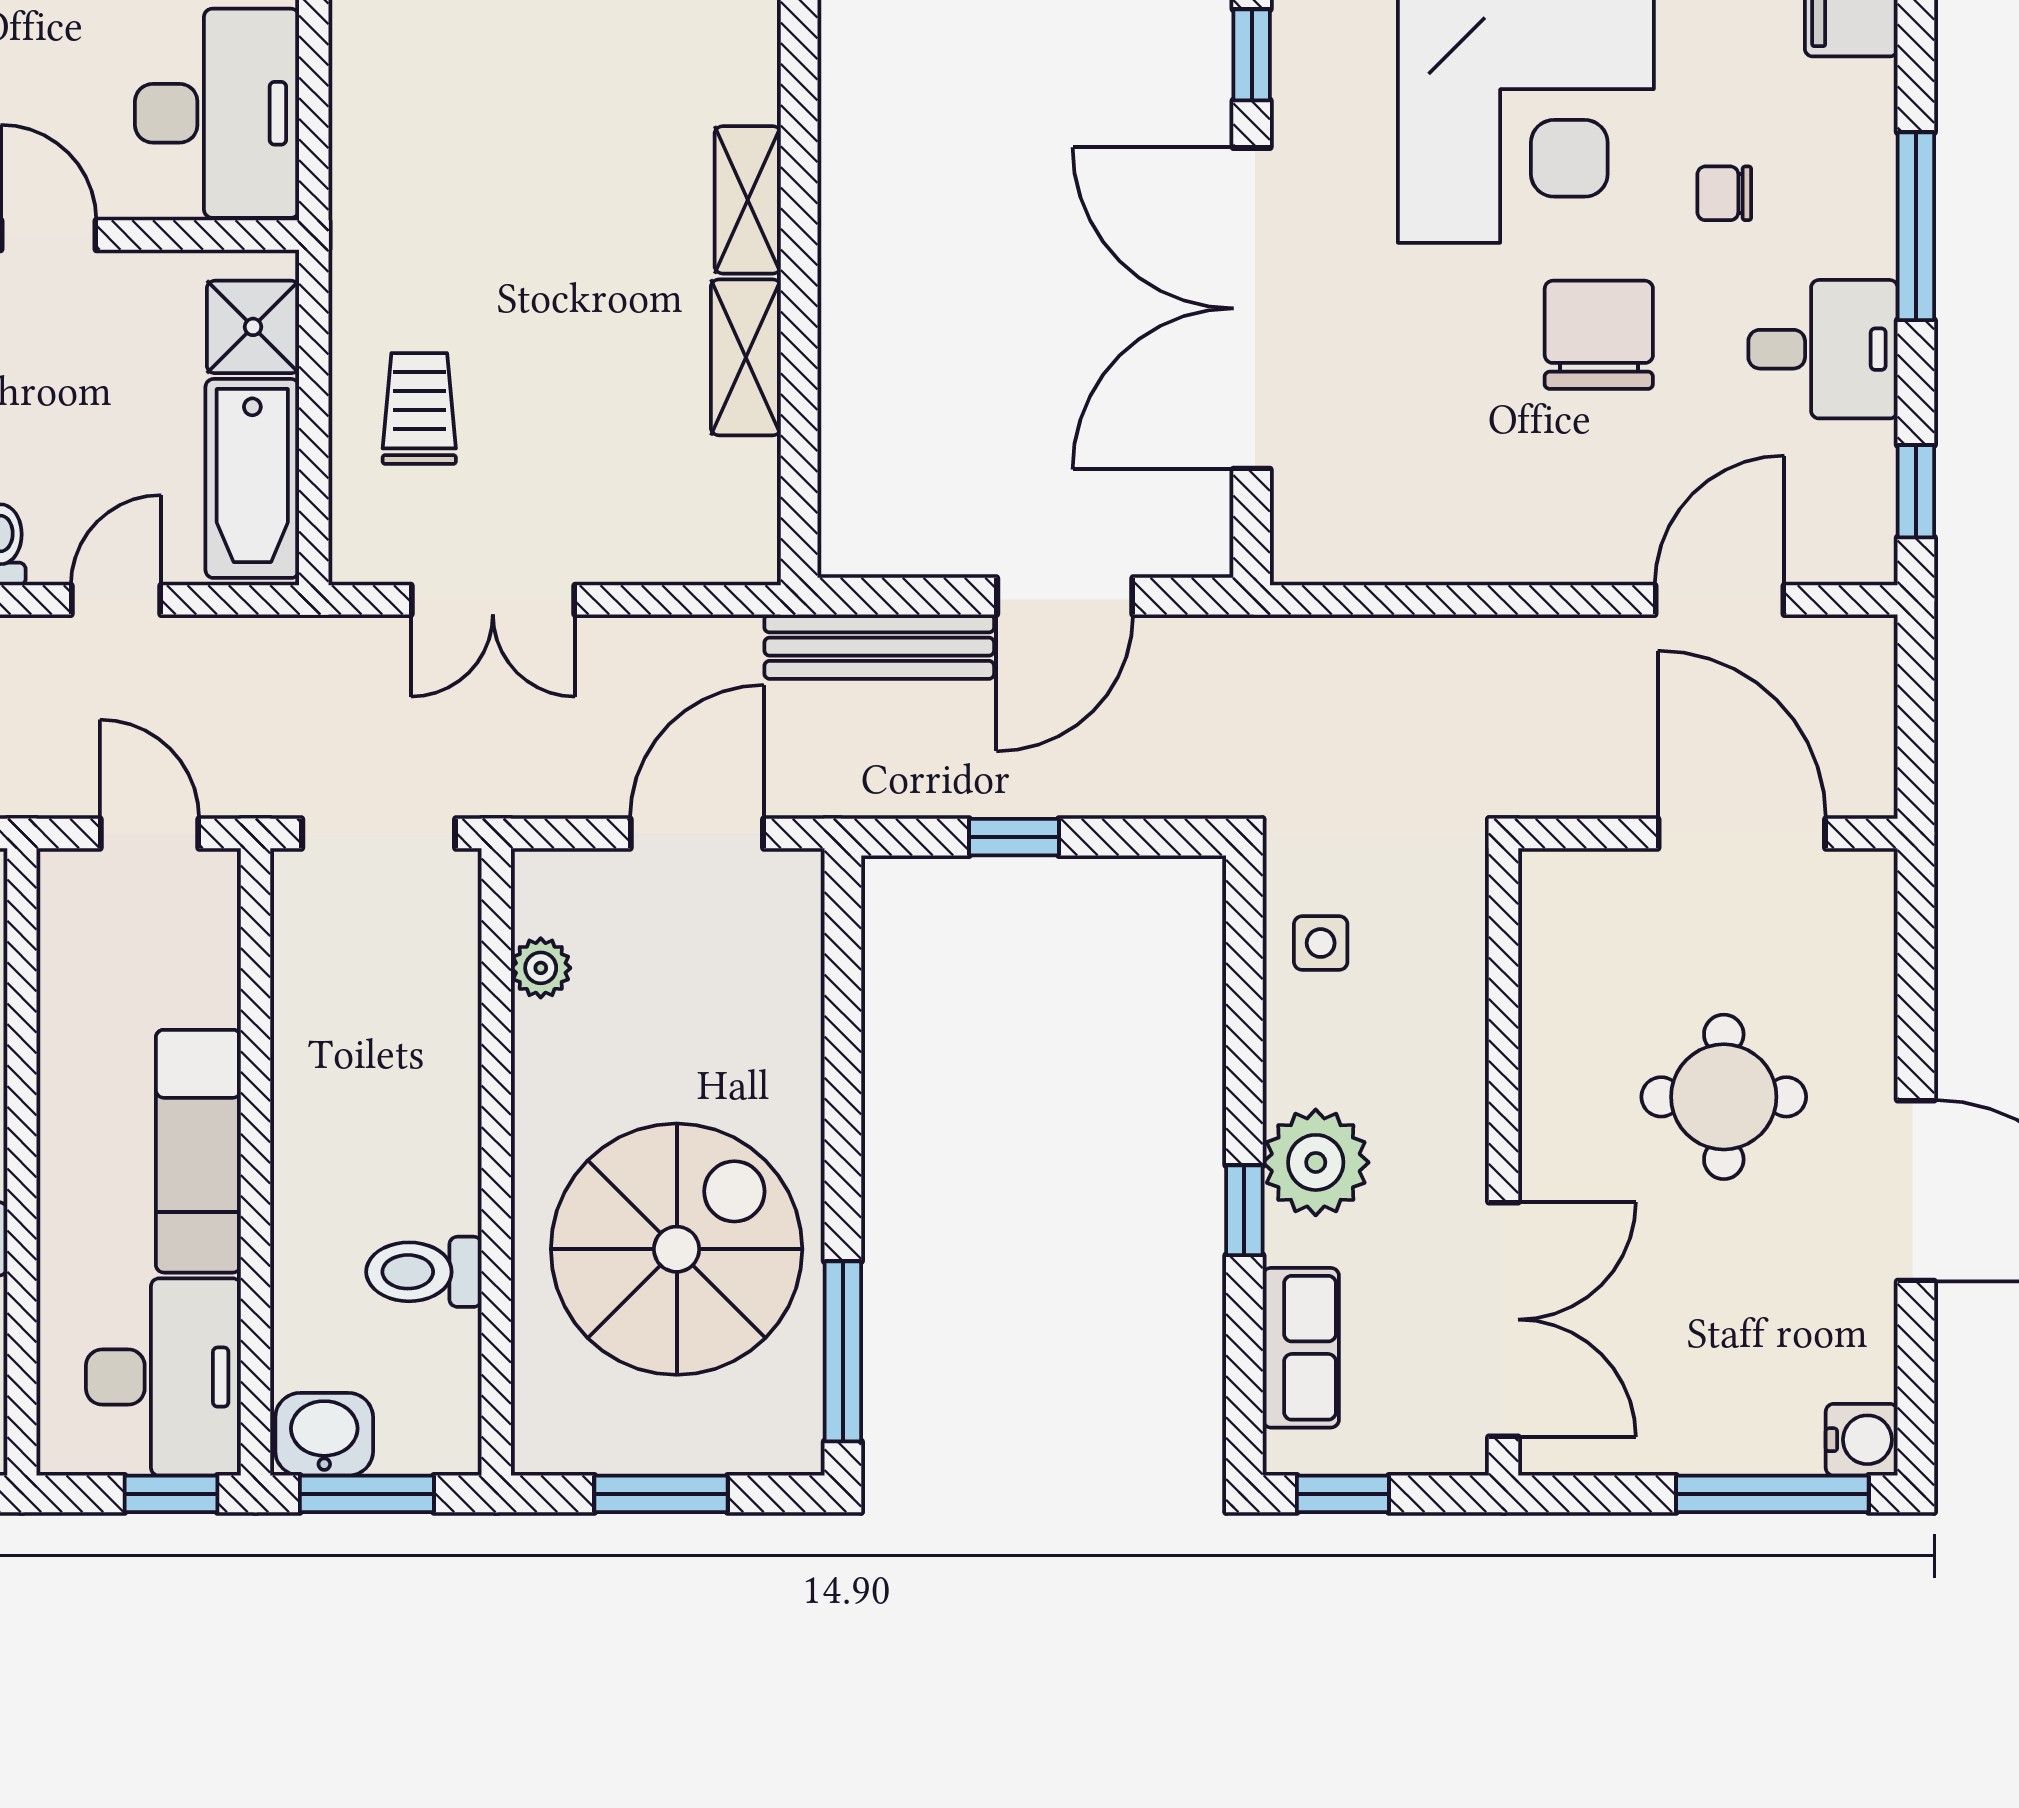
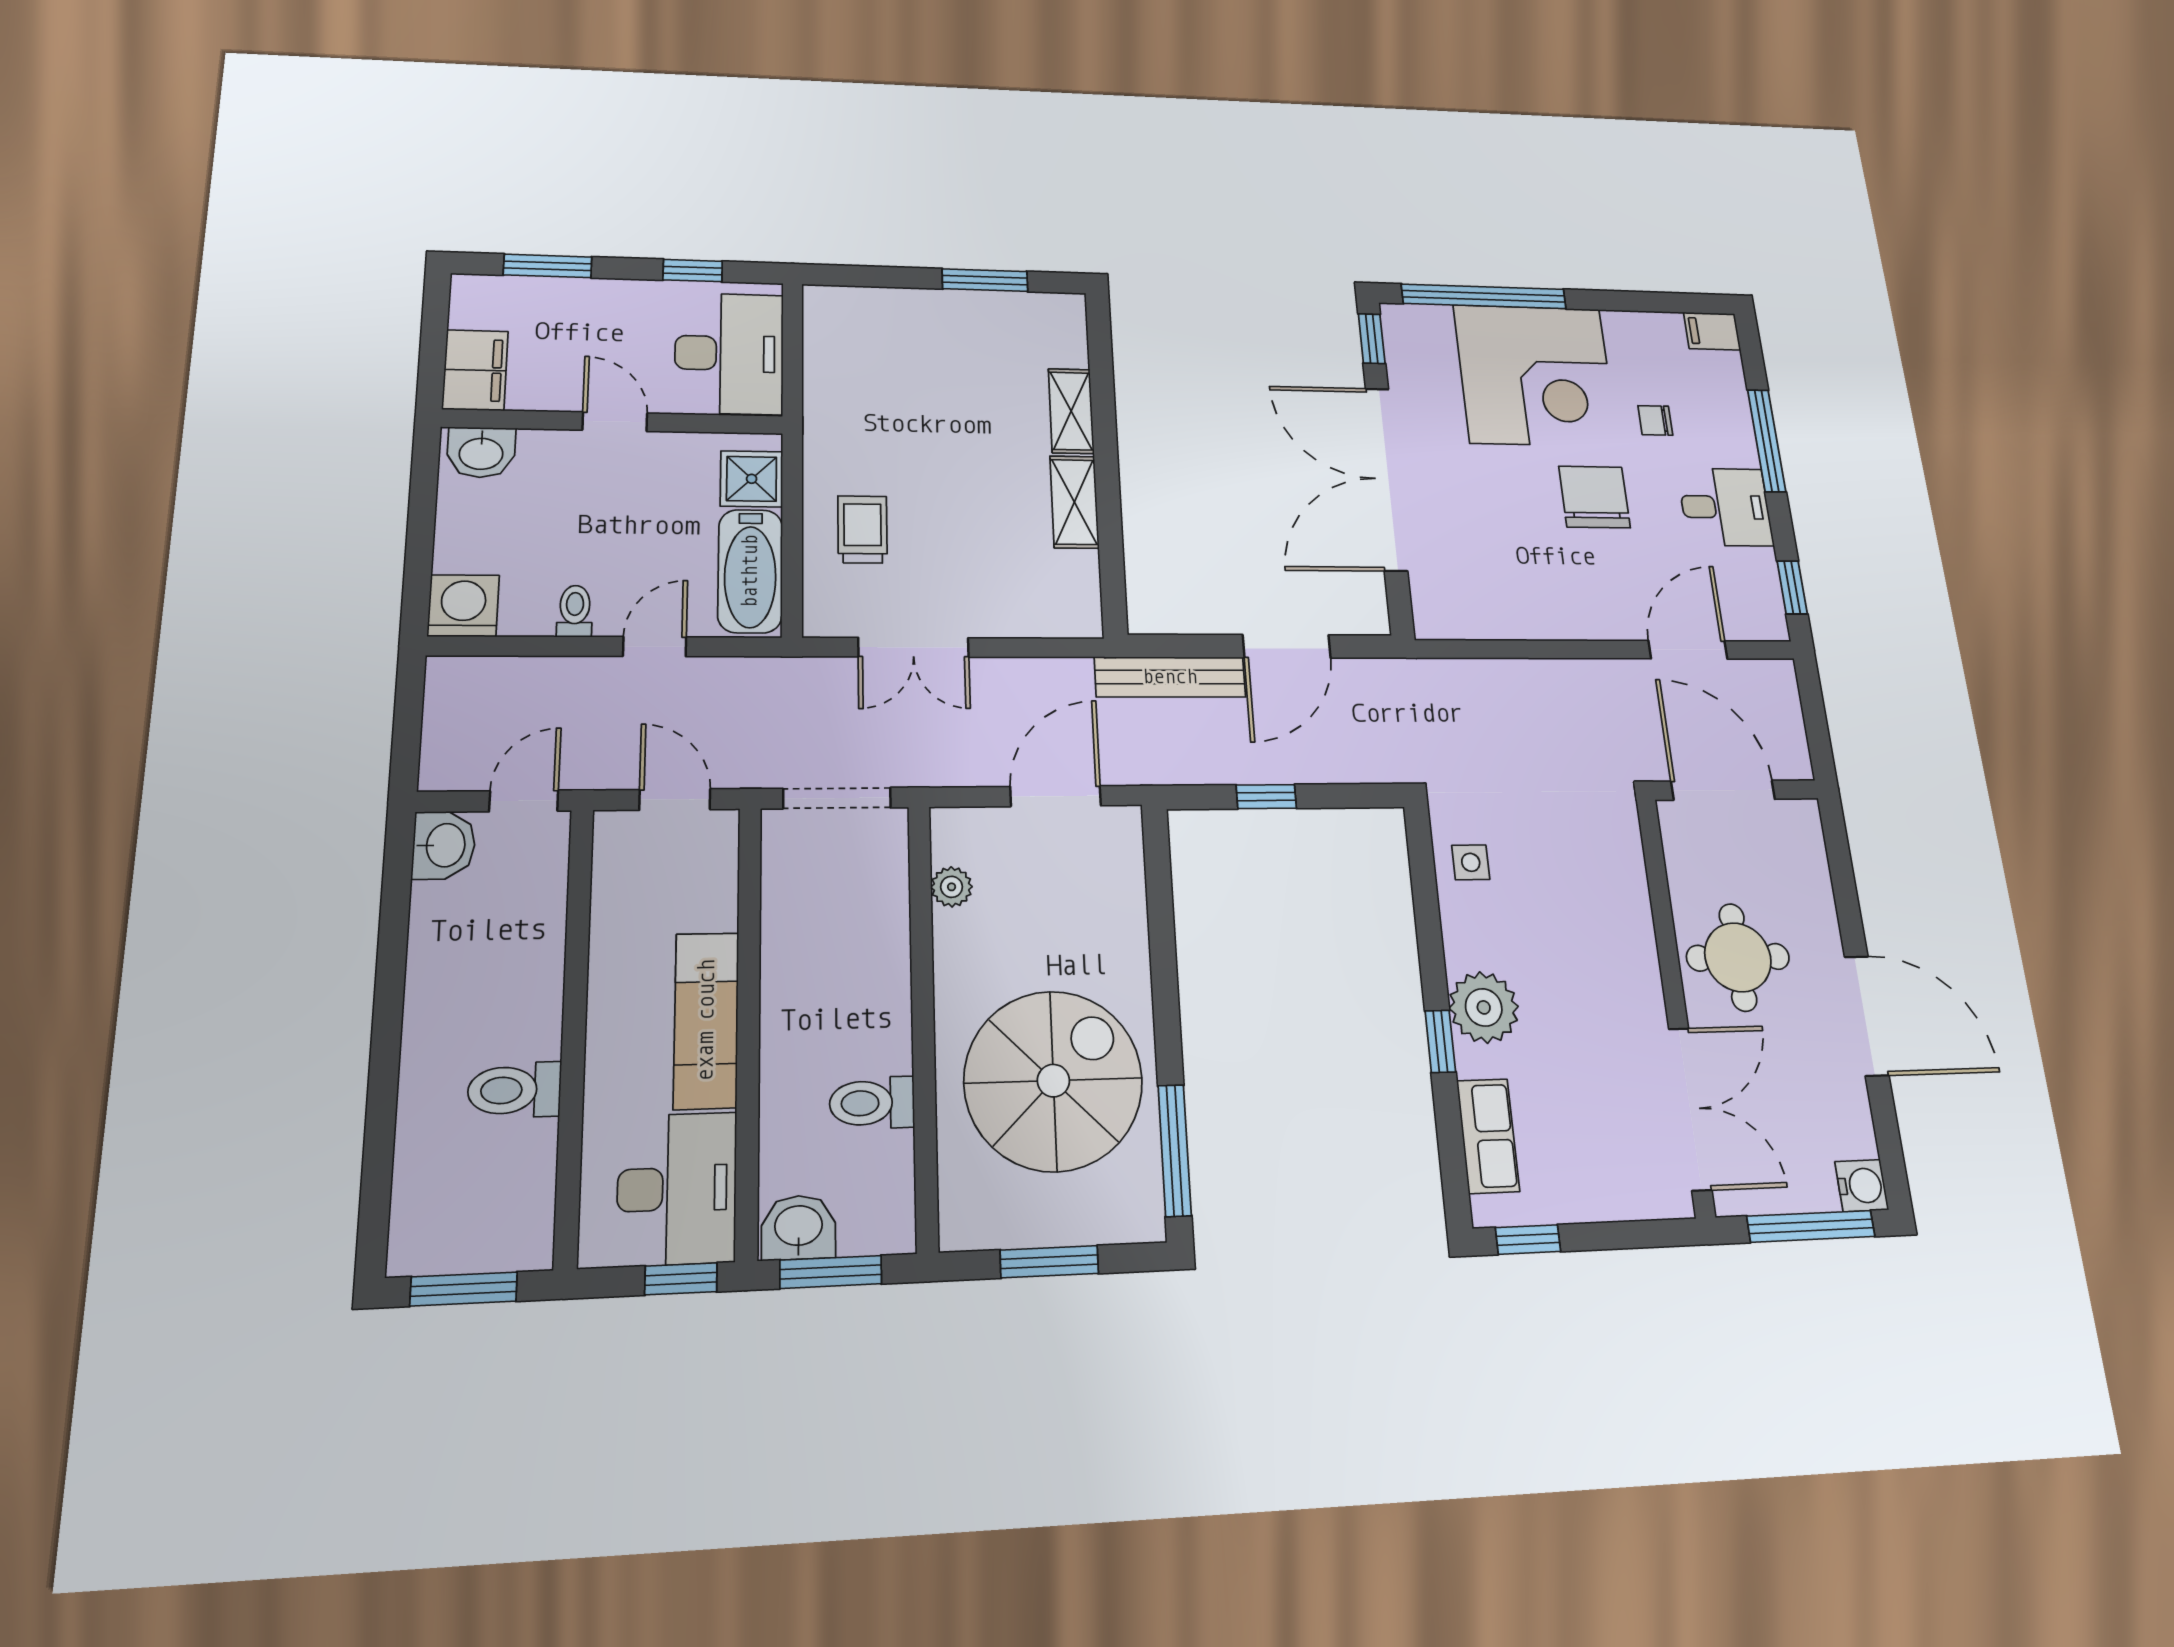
wall: (1504, 1162) -> (1675, 1002), moved
double door: (1504, 1320) -> (1690, 1109), moved

